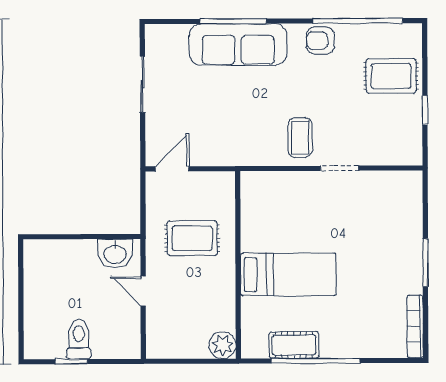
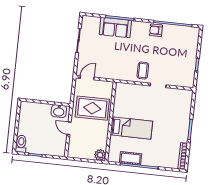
sofa: (238, 45) -> (115, 27), width x0.73
rug: (391, 76) -> (184, 49), removed
rug: (192, 238) -> (92, 108), width x1.36, depth x1.43
toilet: (79, 339) -> (21, 144), moved

